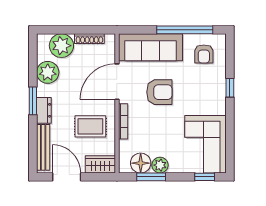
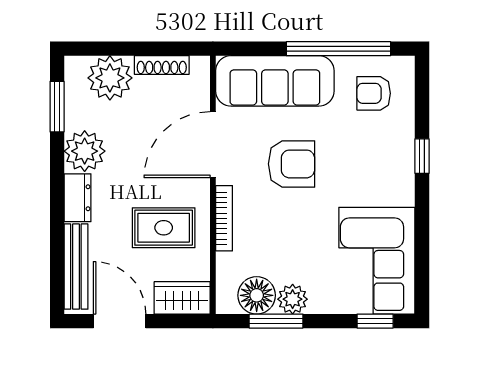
armchair: (204, 54) -> (374, 93), turned 90
plant: (48, 72) -> (85, 151), moved
window: (33, 101) -> (57, 107), moved

